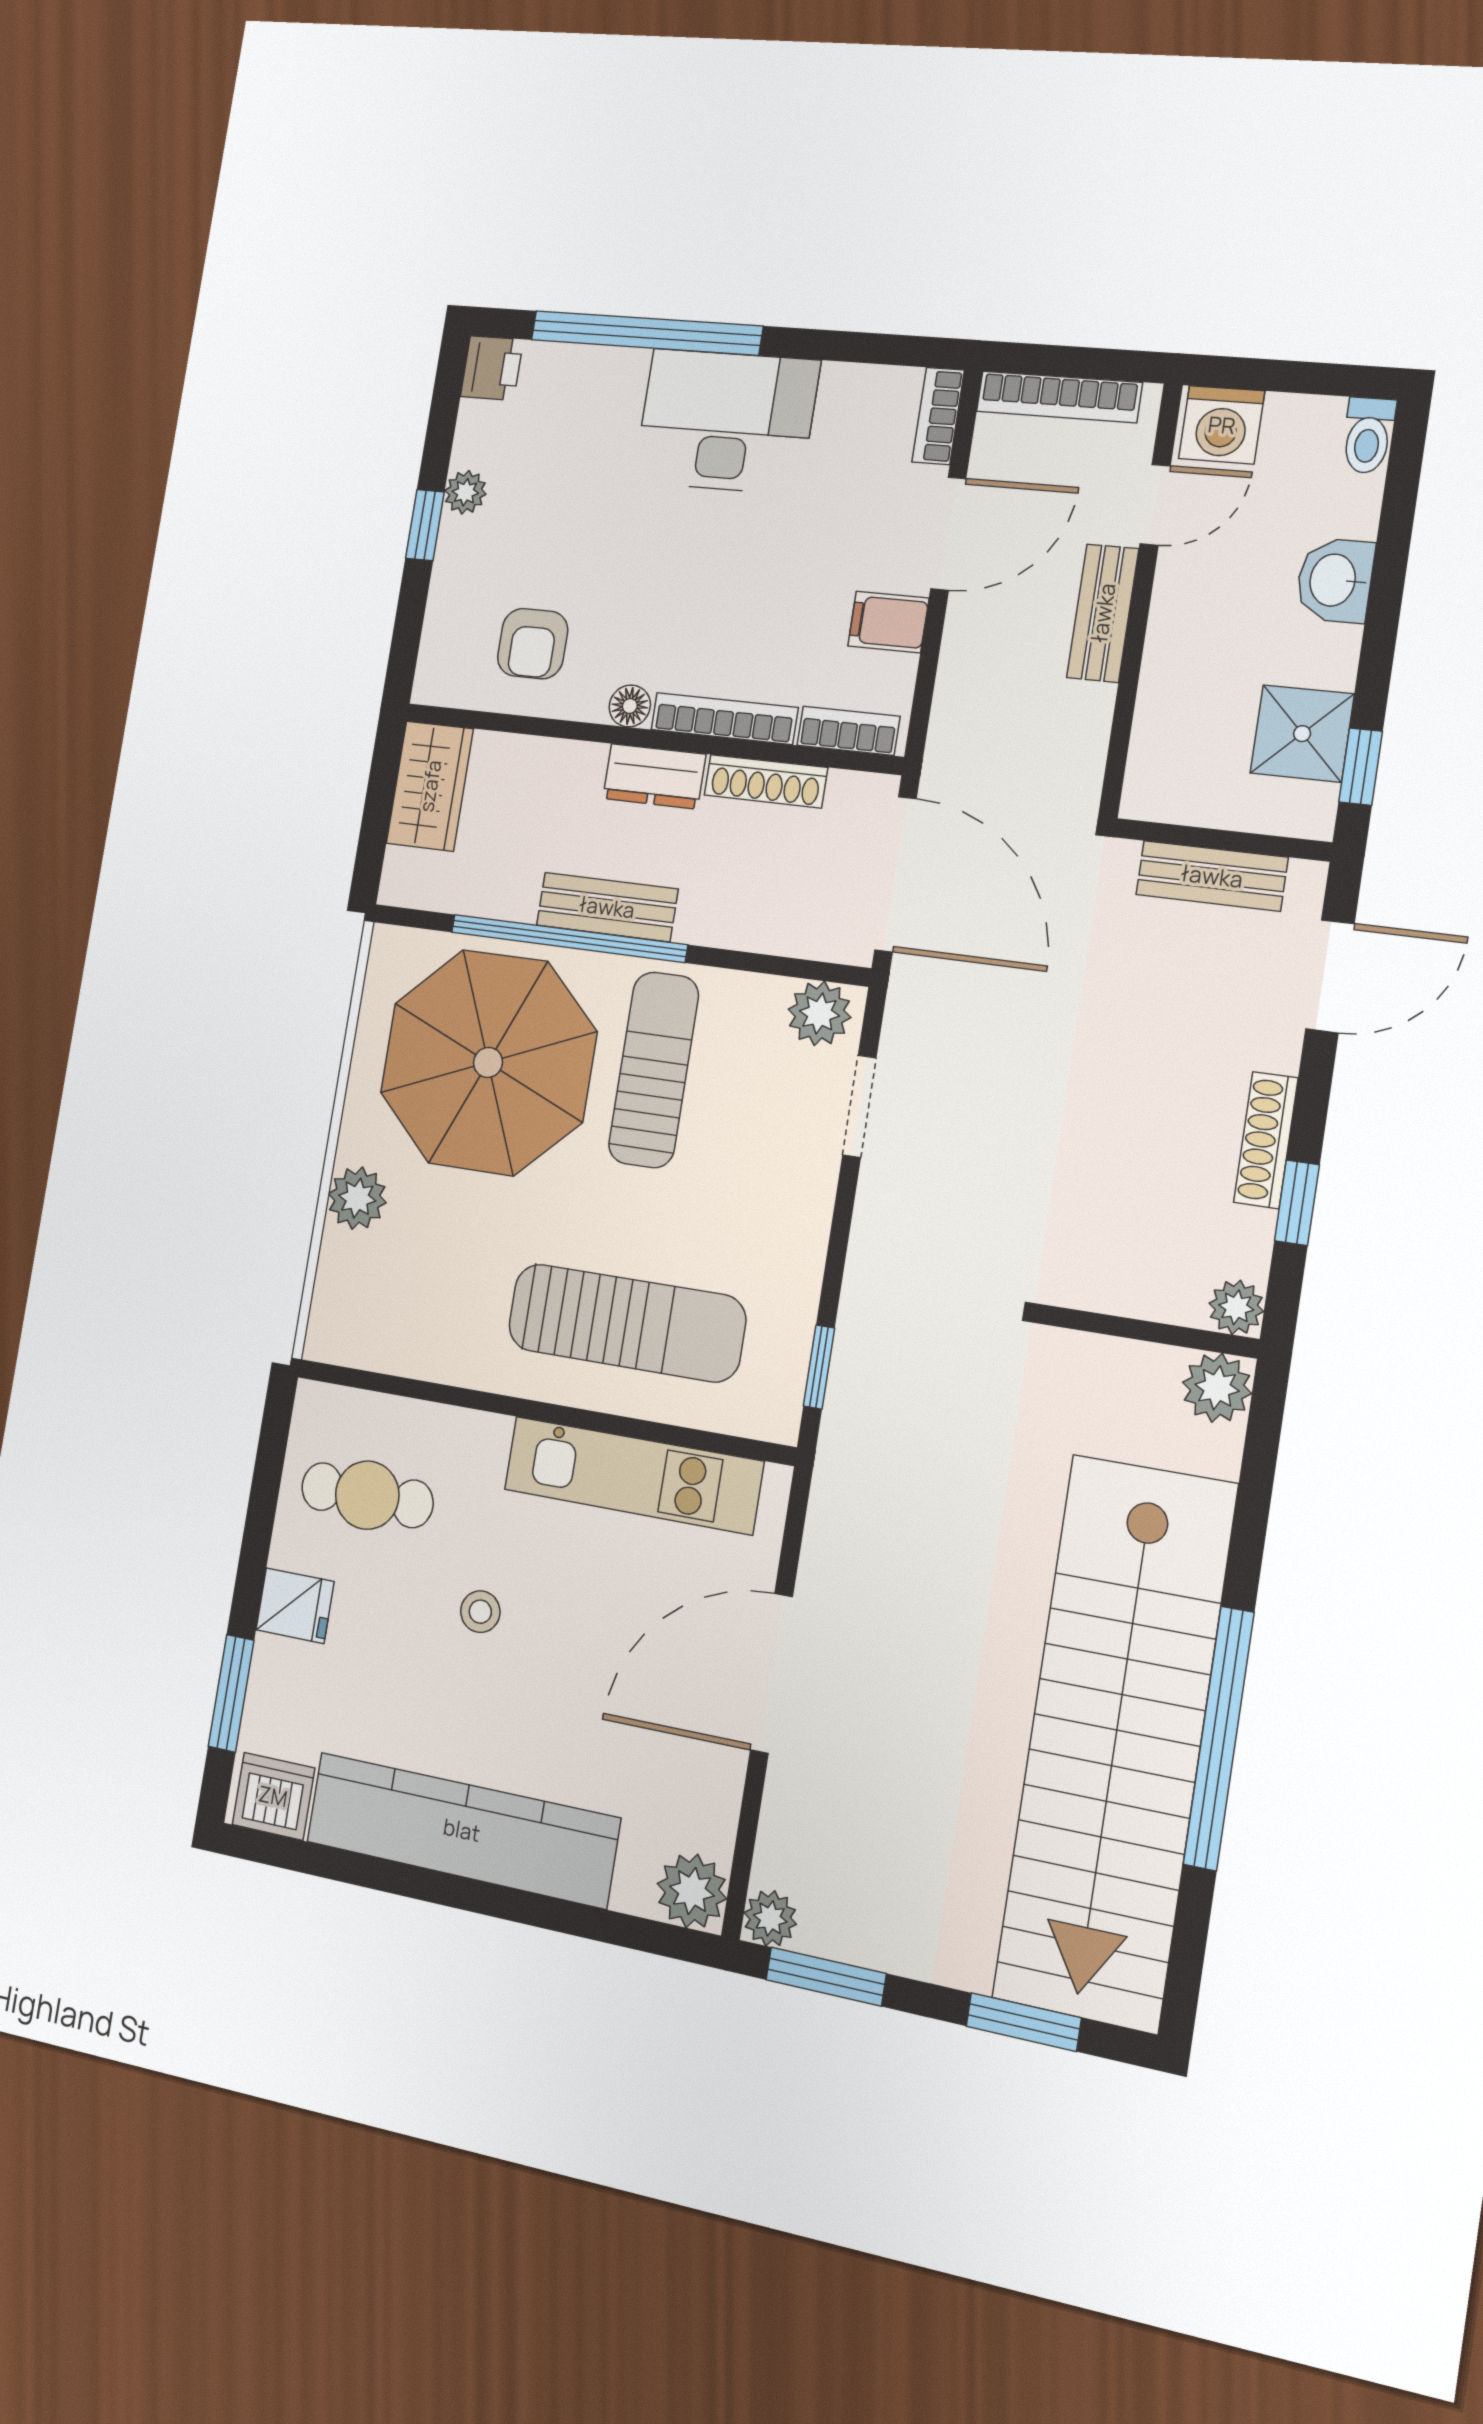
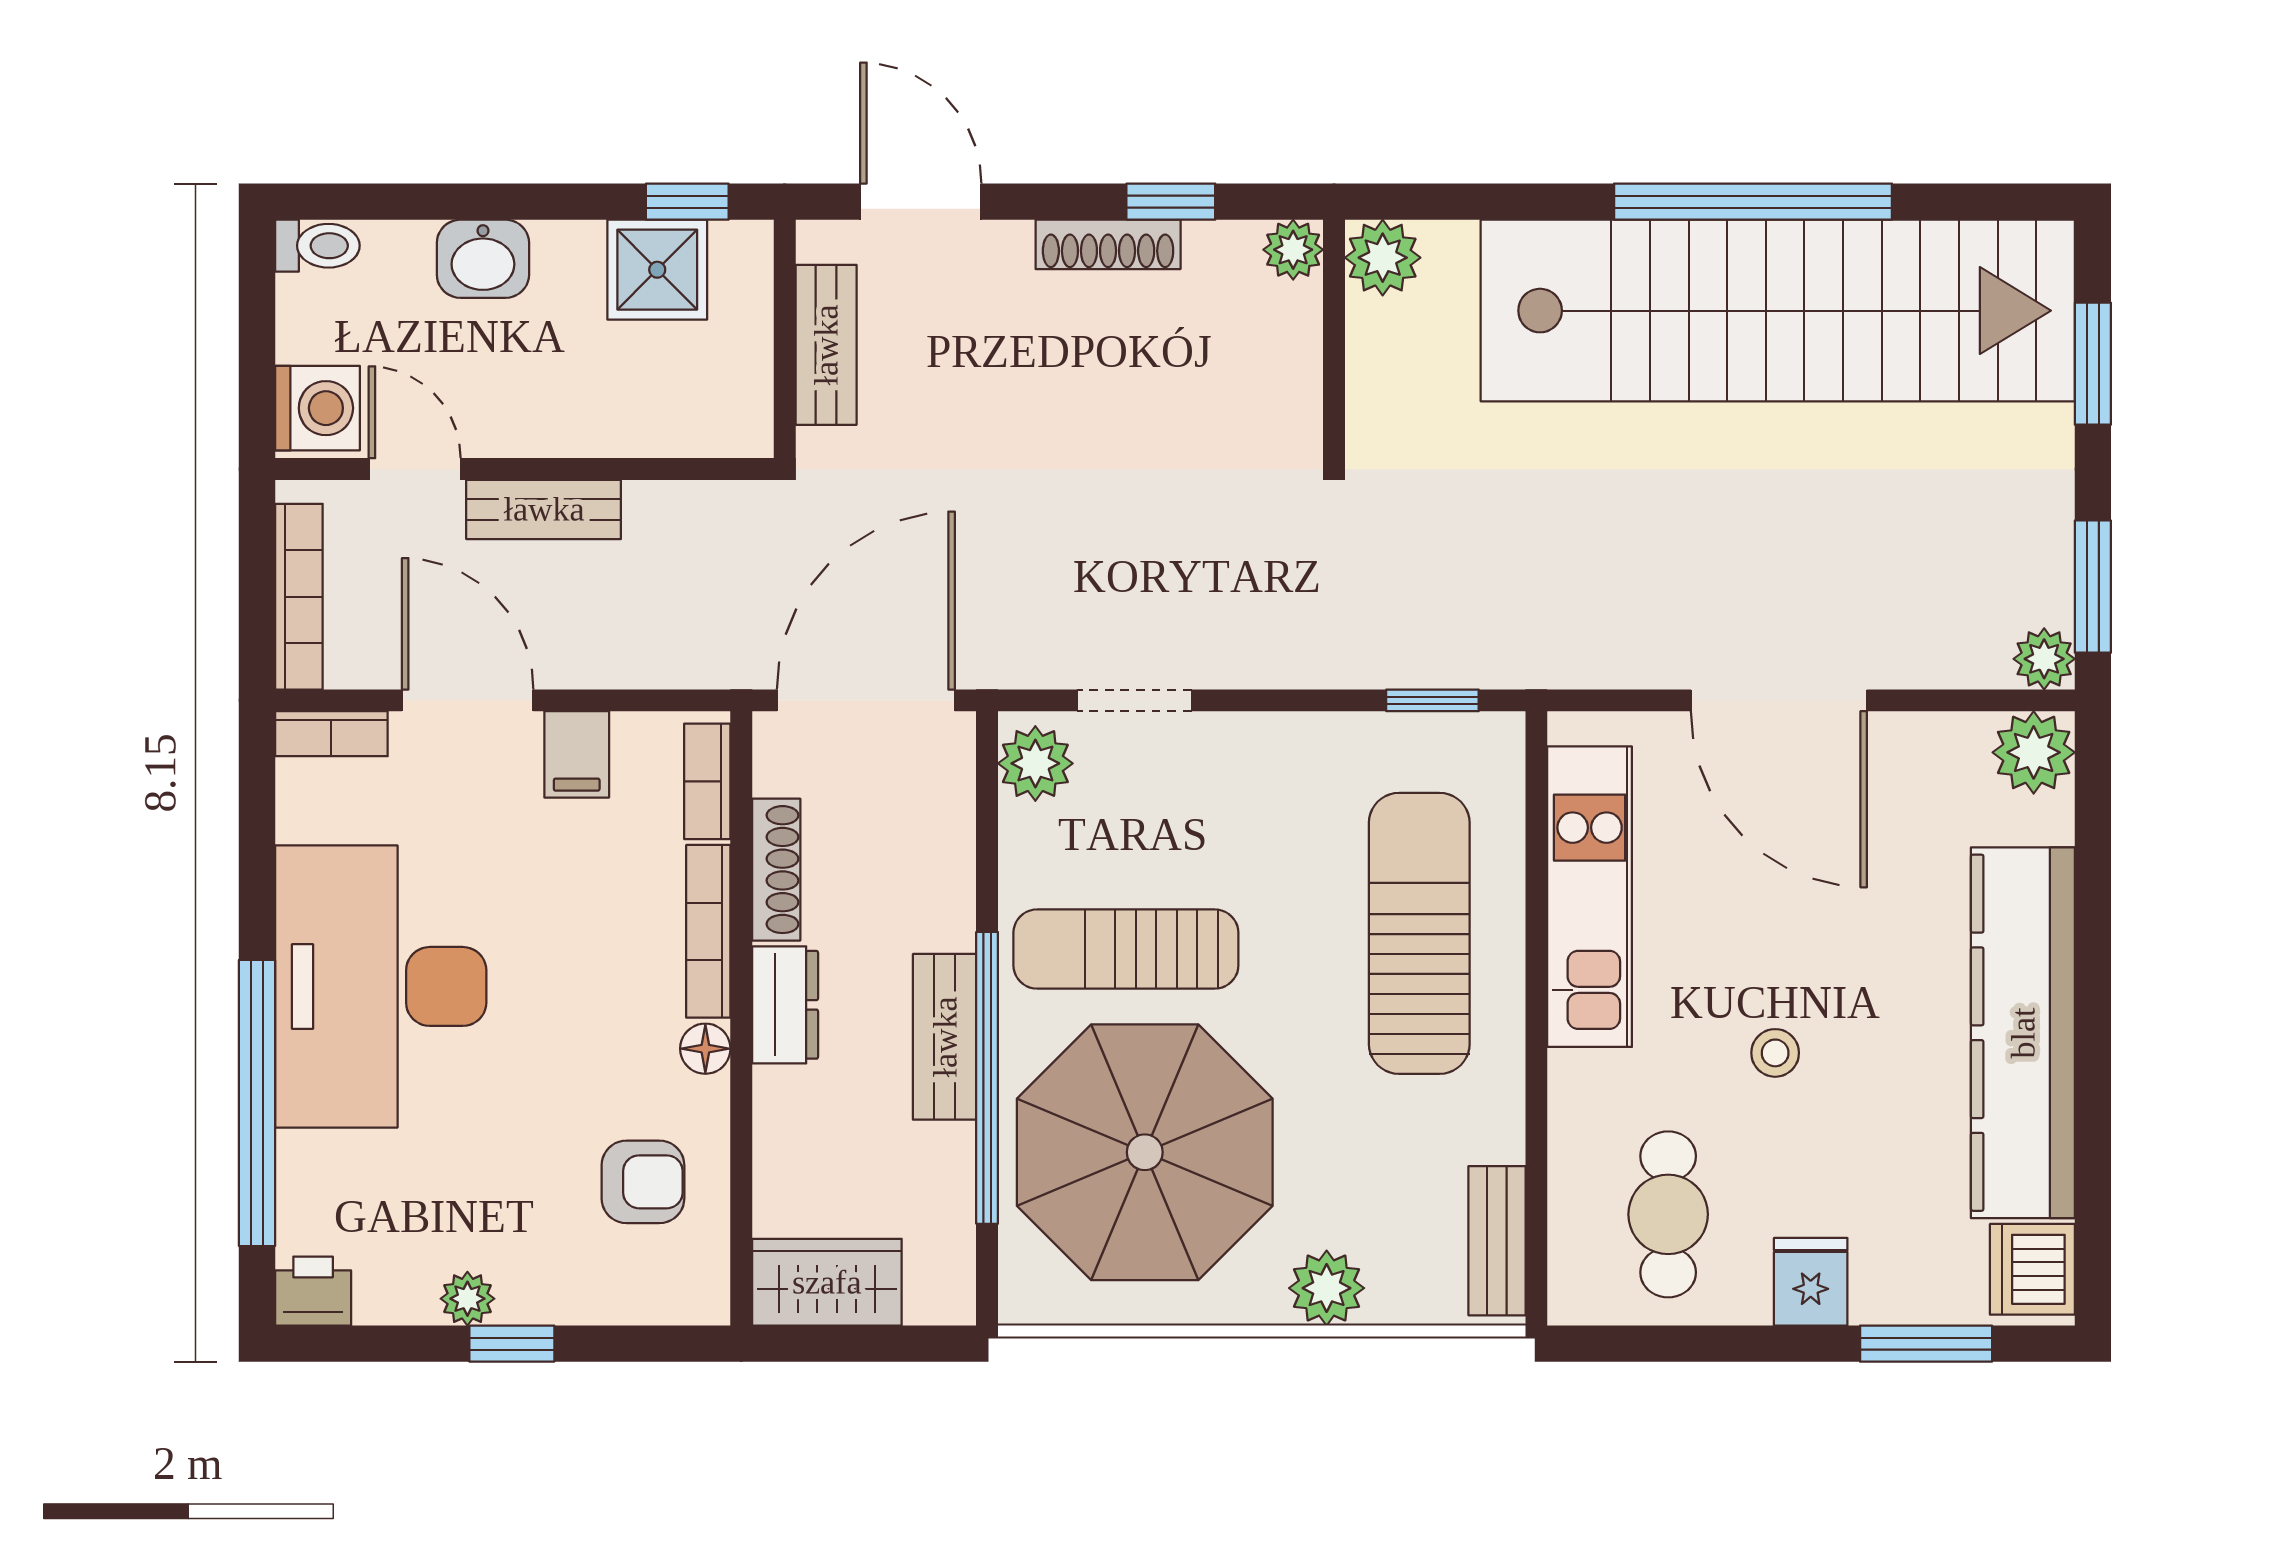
desk: (726, 421) -> (381, 986), width x1.36, depth x1.30
bench: (370, 1347) -> (1497, 1241), added

